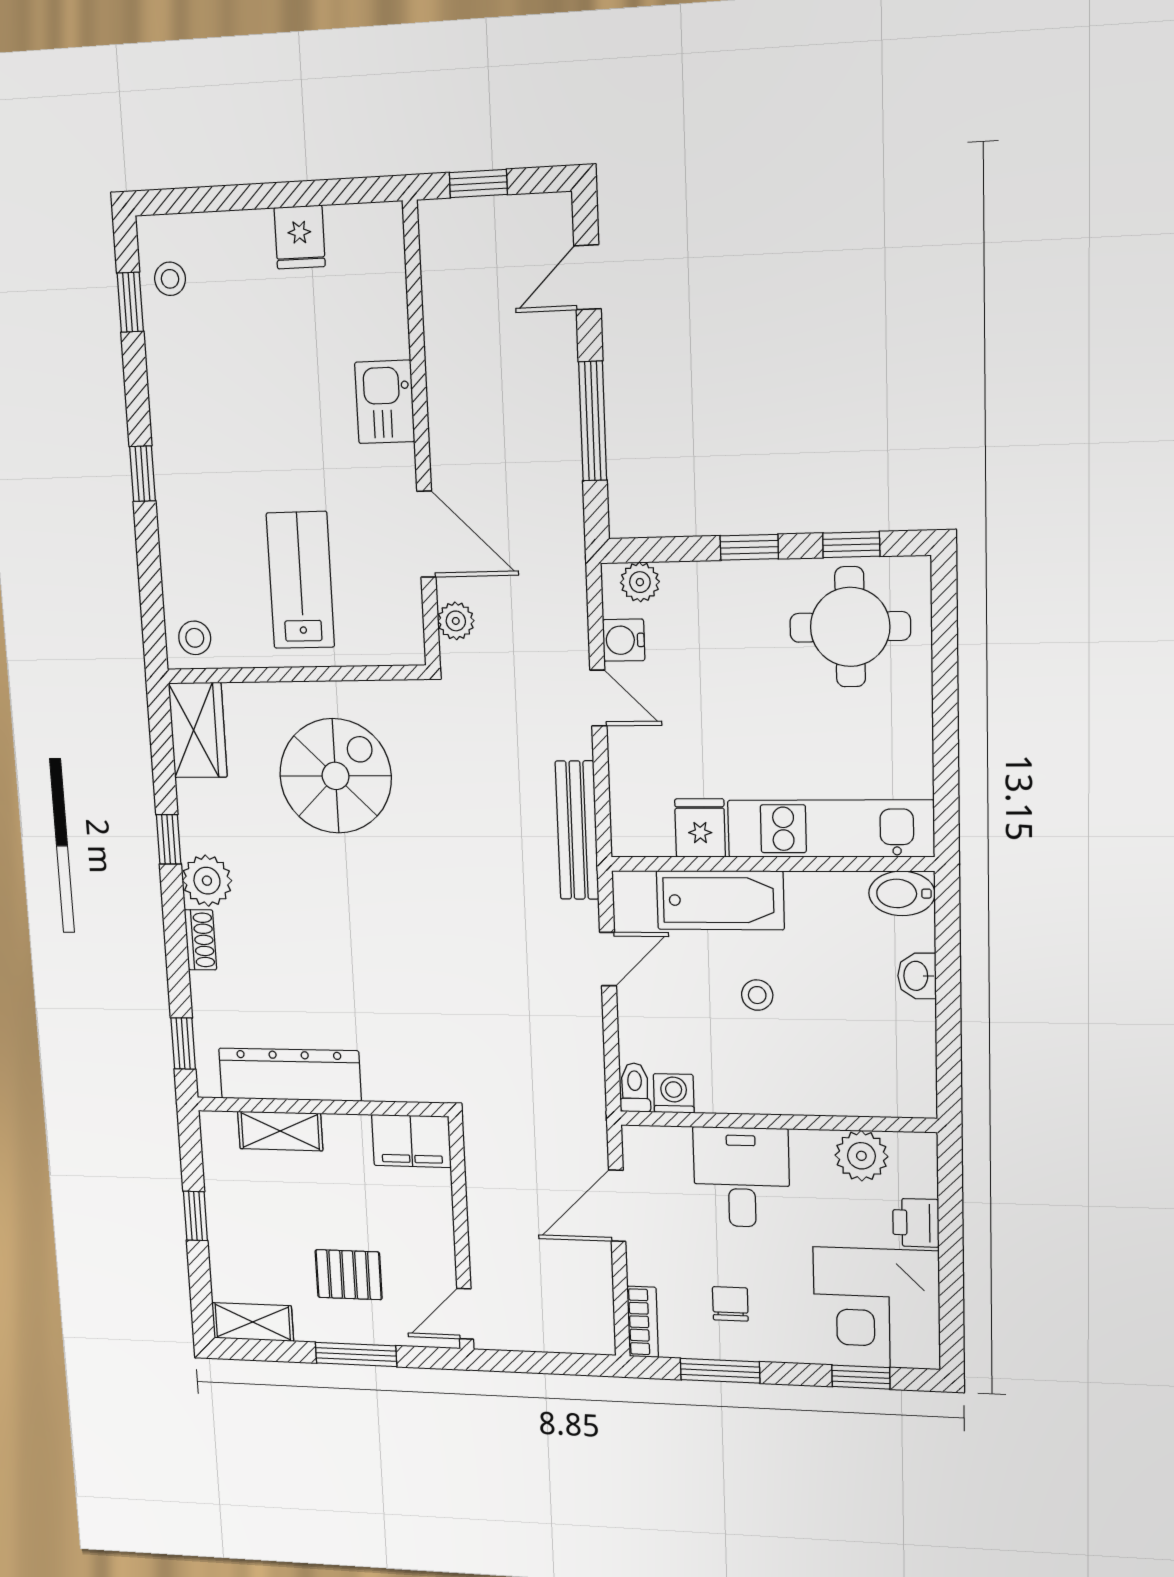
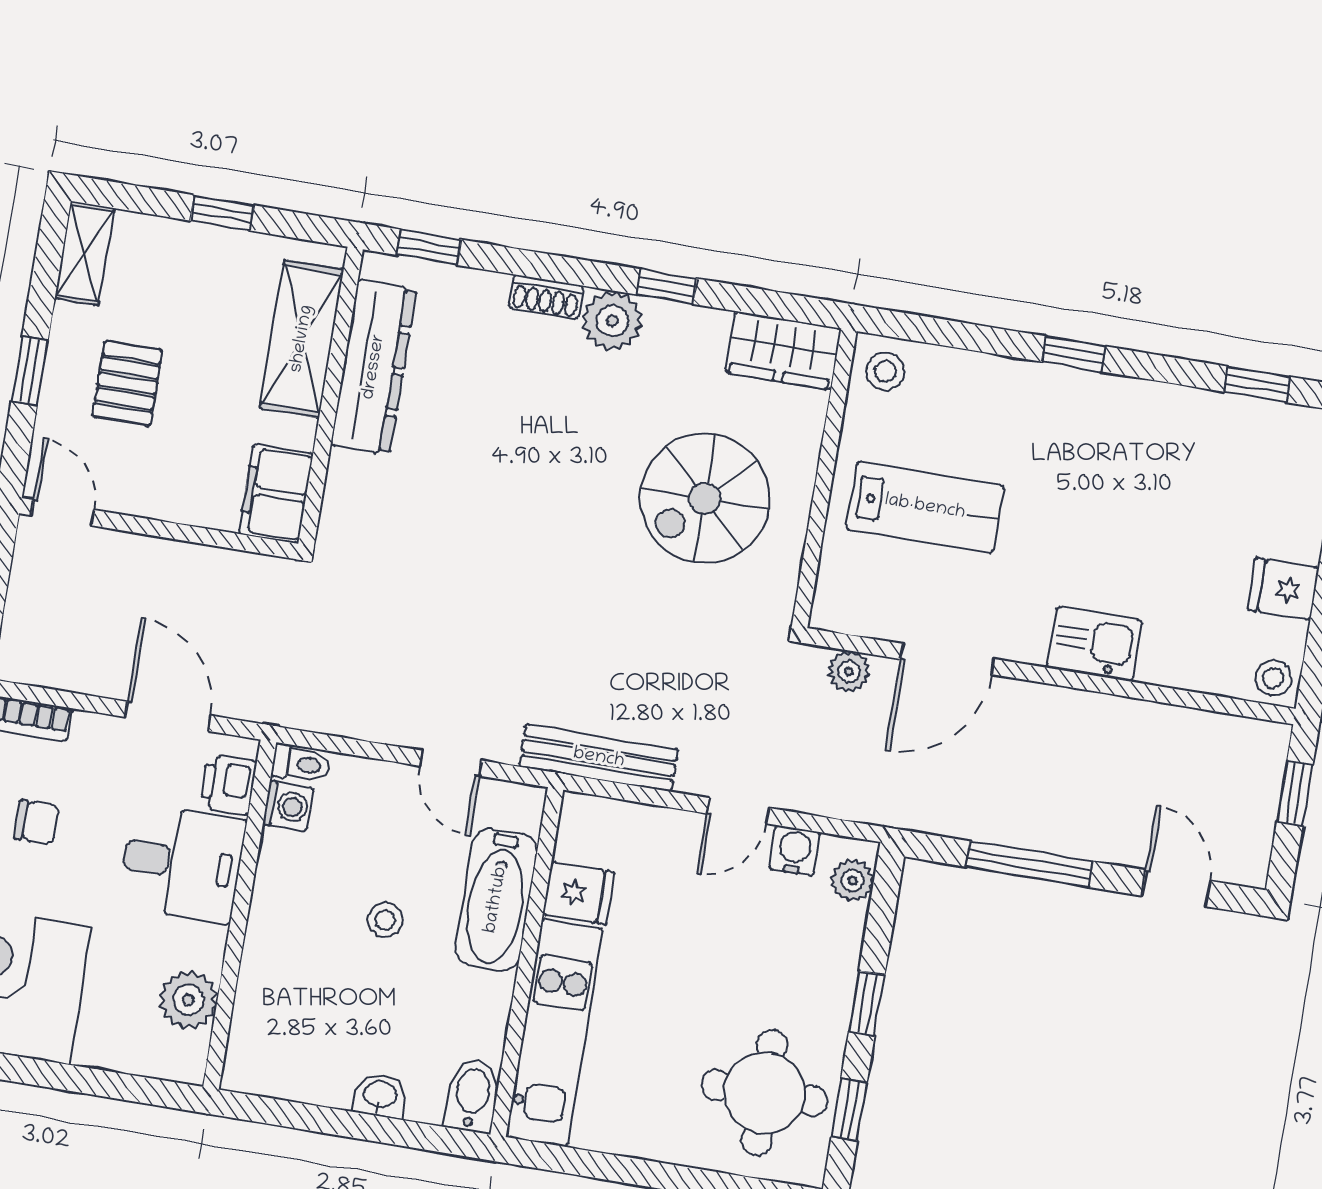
stool: (170, 279) -> (1273, 678), moved
spiral stairs: (336, 776) -> (705, 498), turned 90
shelving: (280, 1131) -> (302, 339), width x1.50, depth x1.33
printer: (916, 1223) -> (228, 784), moved, turned -90
window: (356, 1354) -> (30, 371), width x0.67

